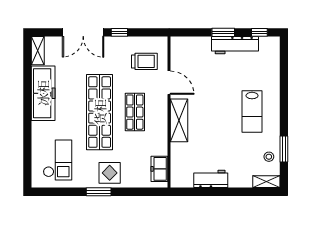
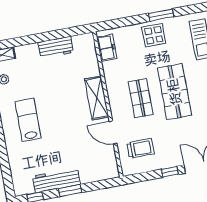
trolley: (144, 61) -> (141, 148), turned 180
shop shelf: (100, 112) -> (174, 92), width x0.71

